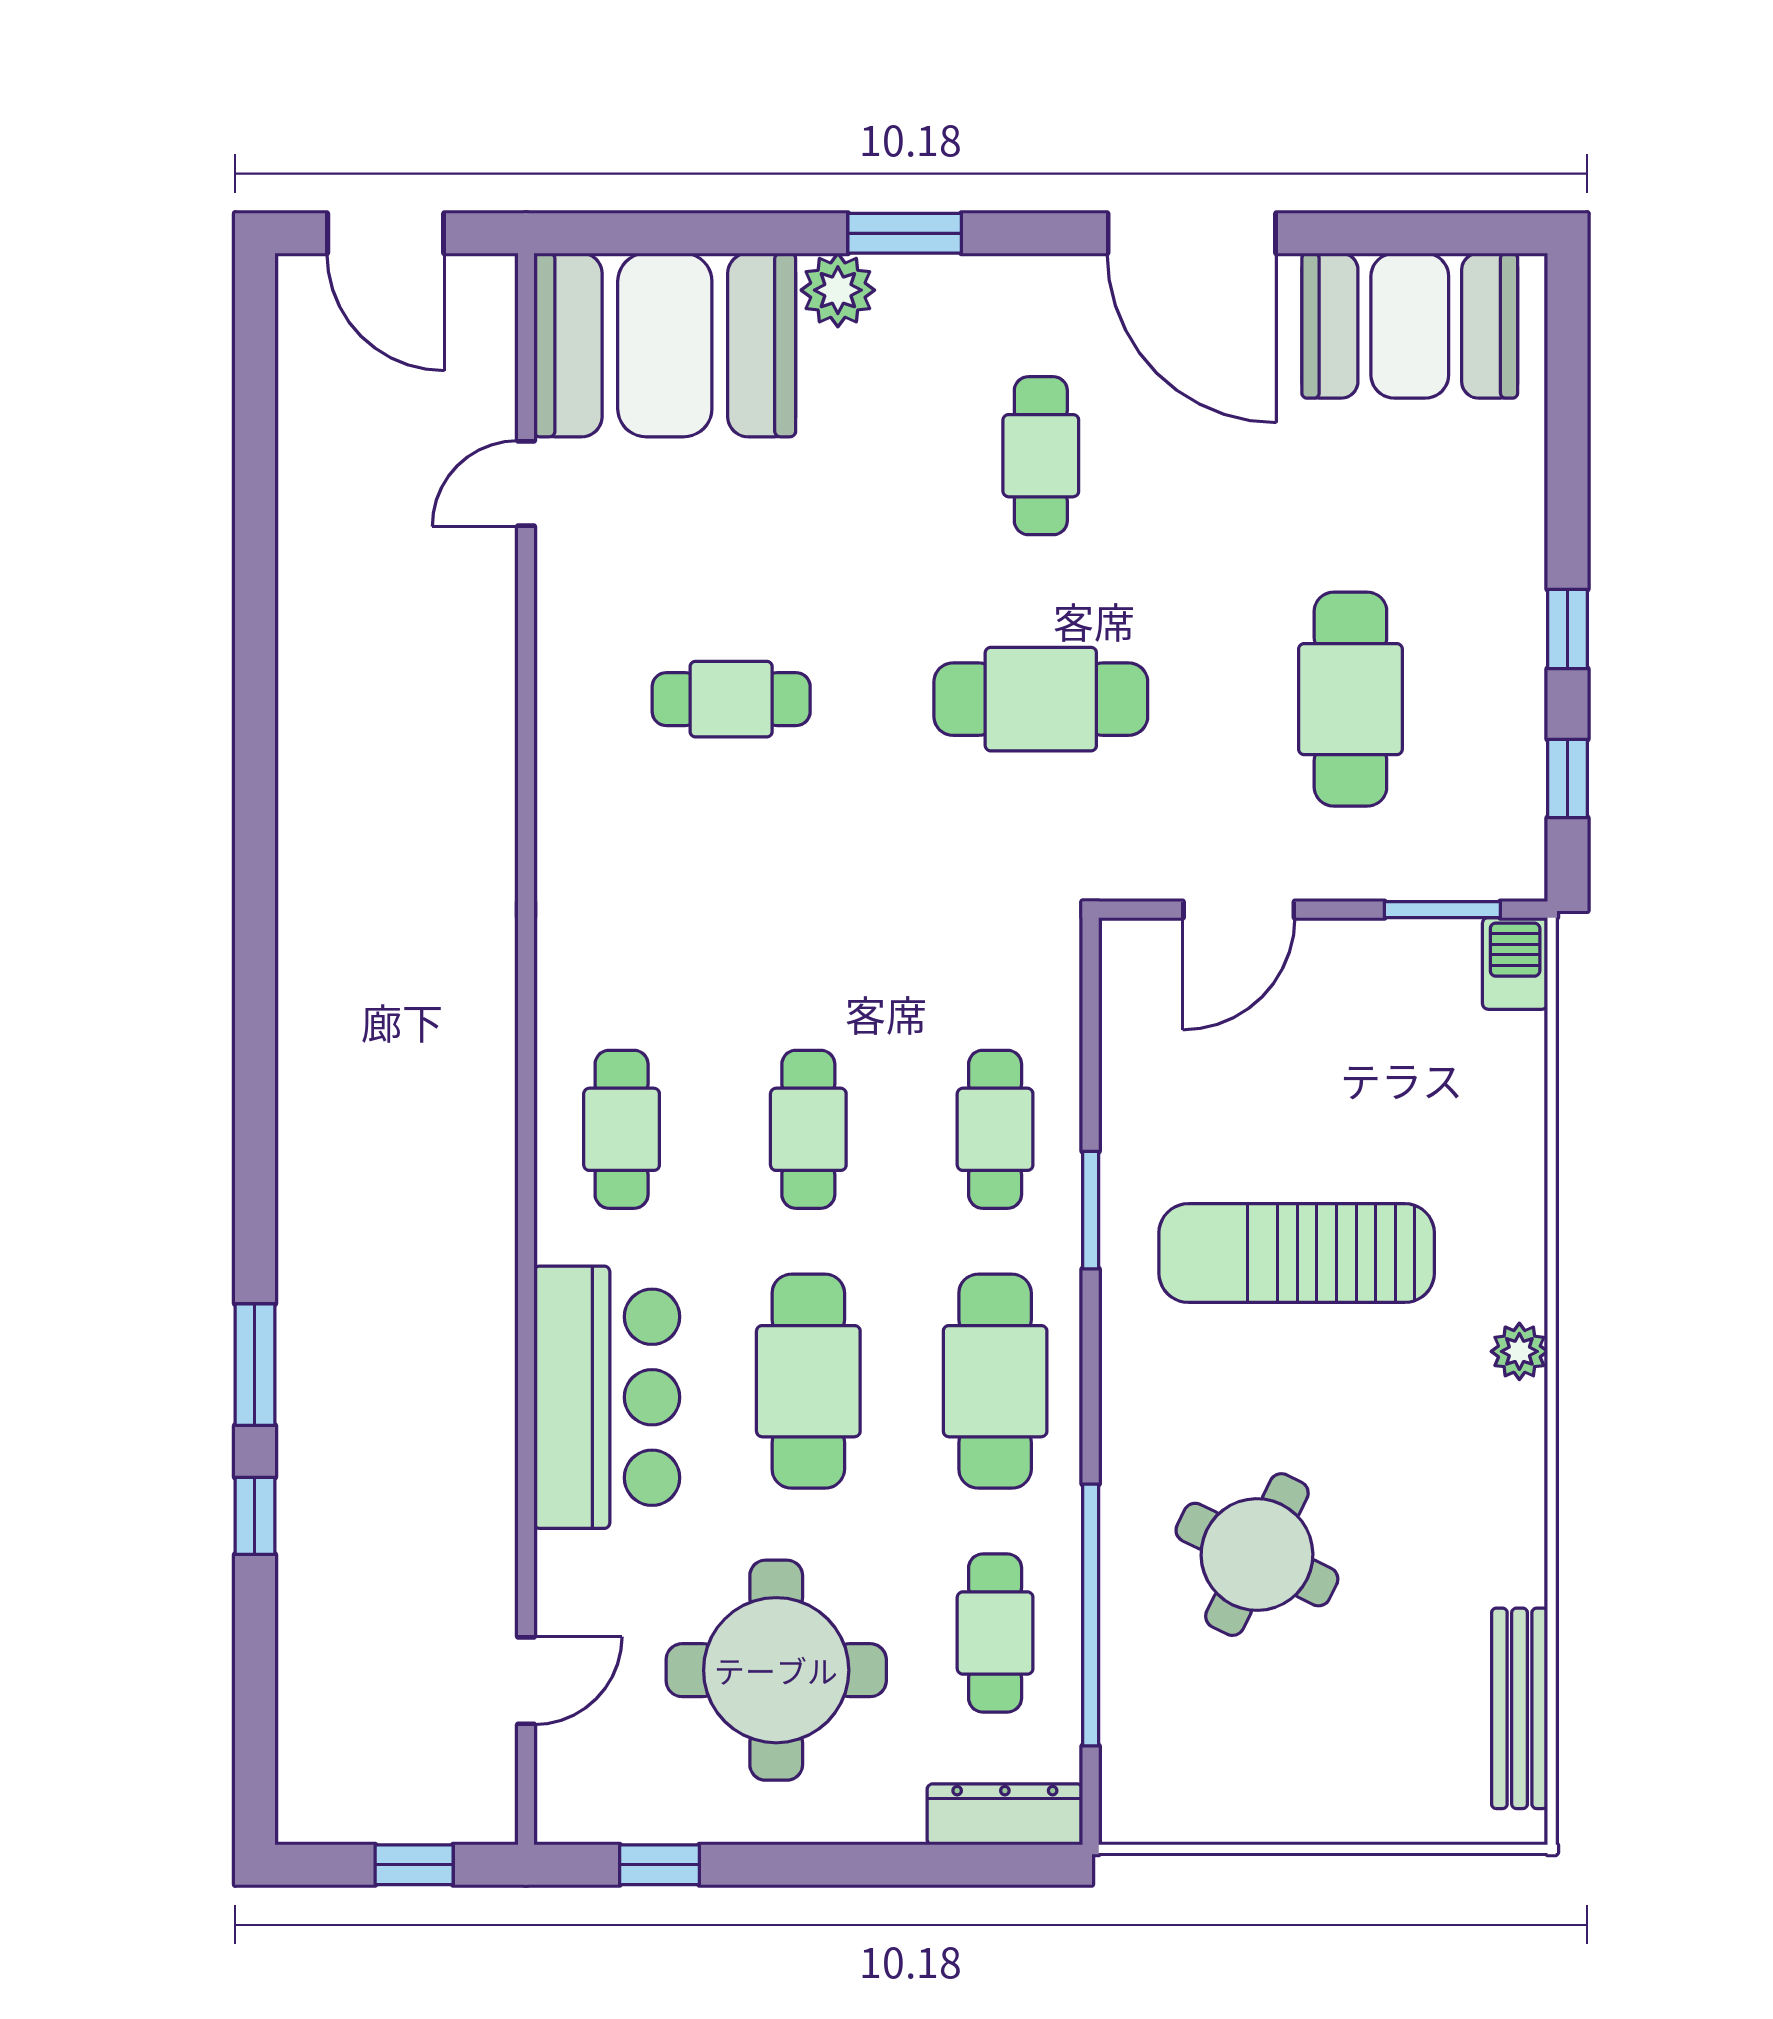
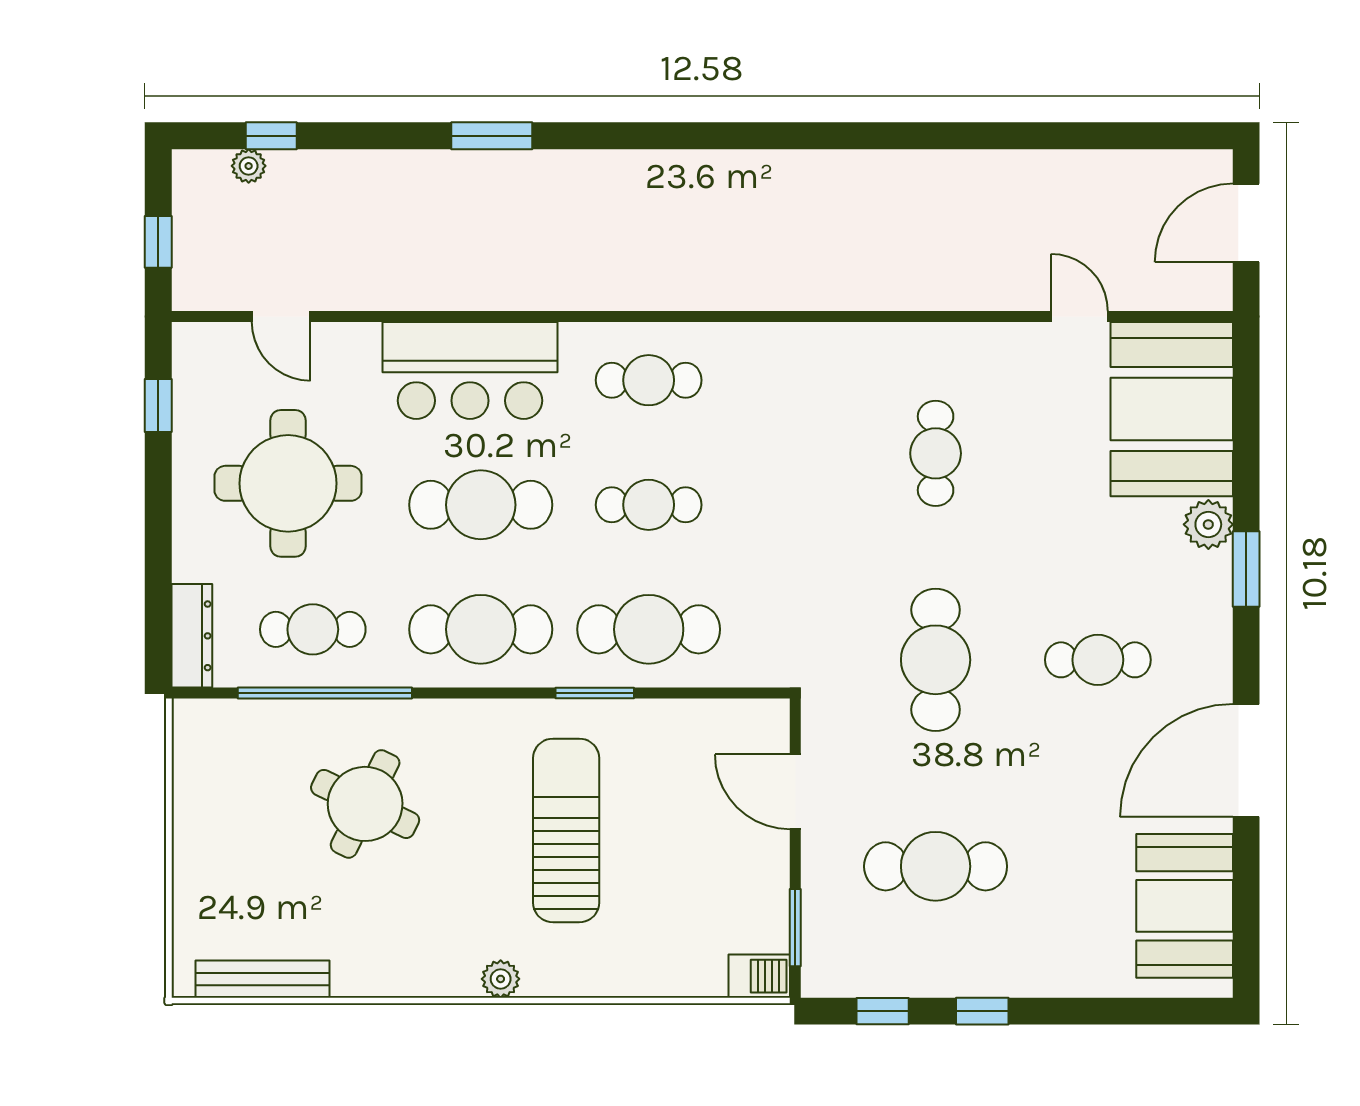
cafe table: (995, 1129) -> (649, 629), width x1.37, depth x1.35
window: (255, 1516) -> (271, 136), moved
plant: (300, 1729) -> (249, 166), added

